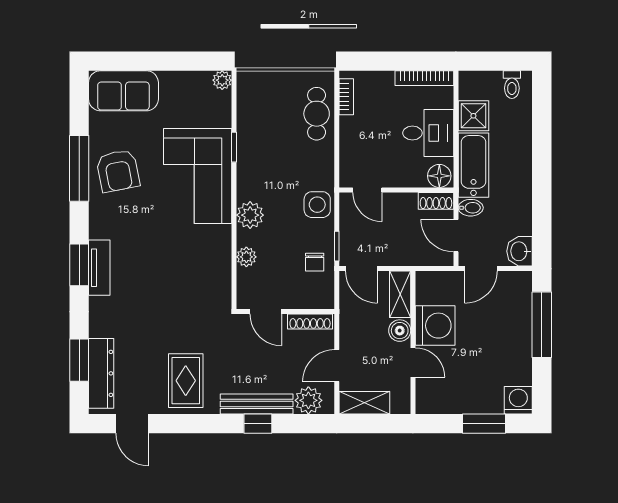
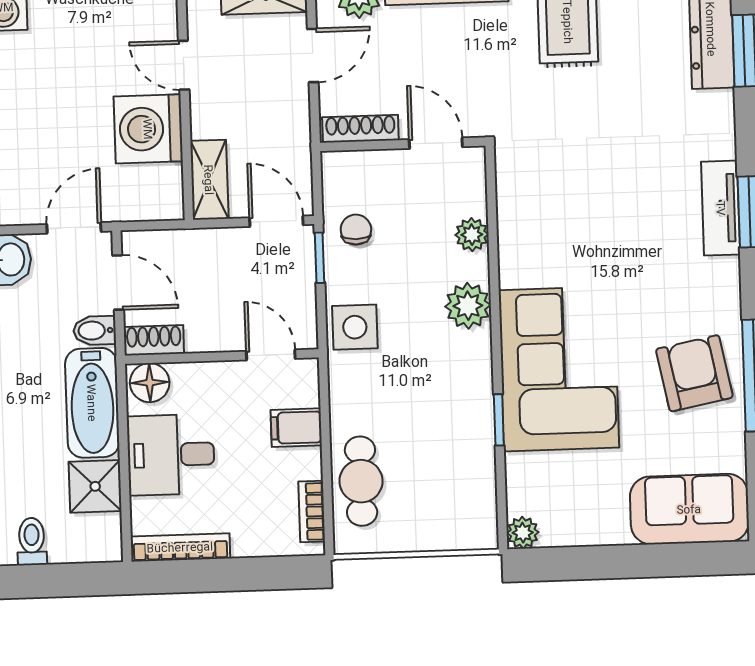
filing cabinet: (354, 147) -> (296, 428), added
boiler: (400, 331) -> (208, 118), removed

